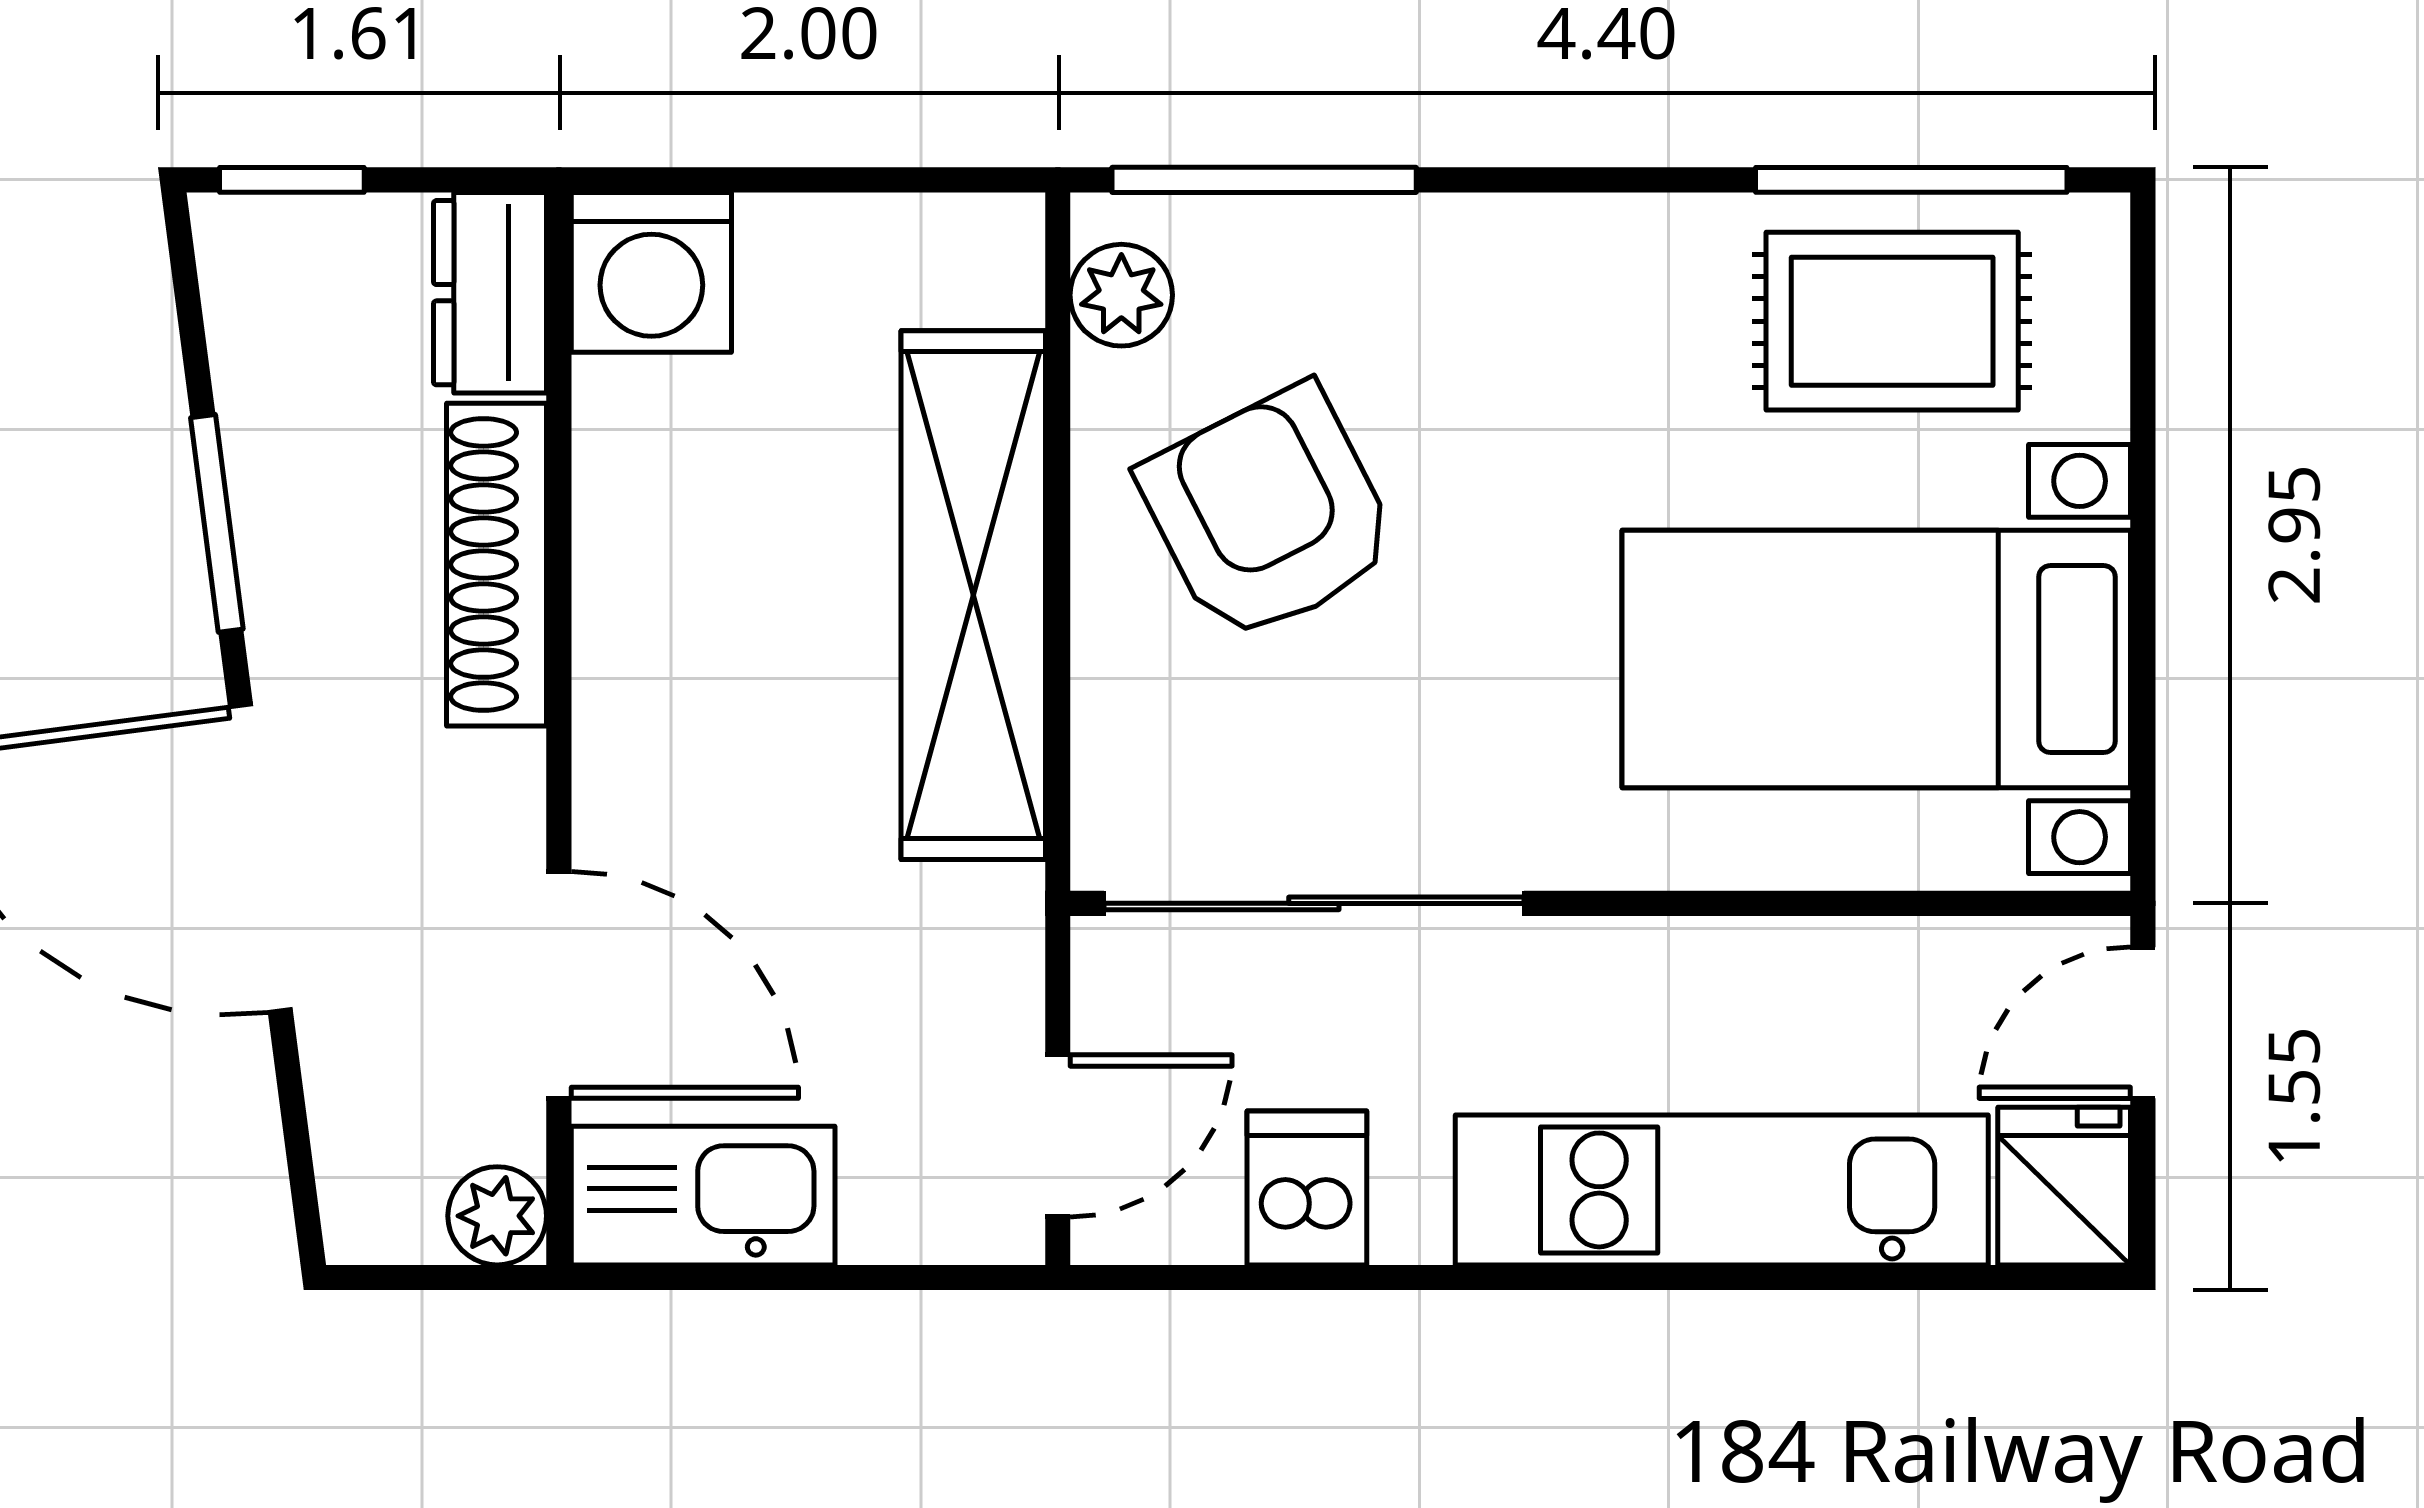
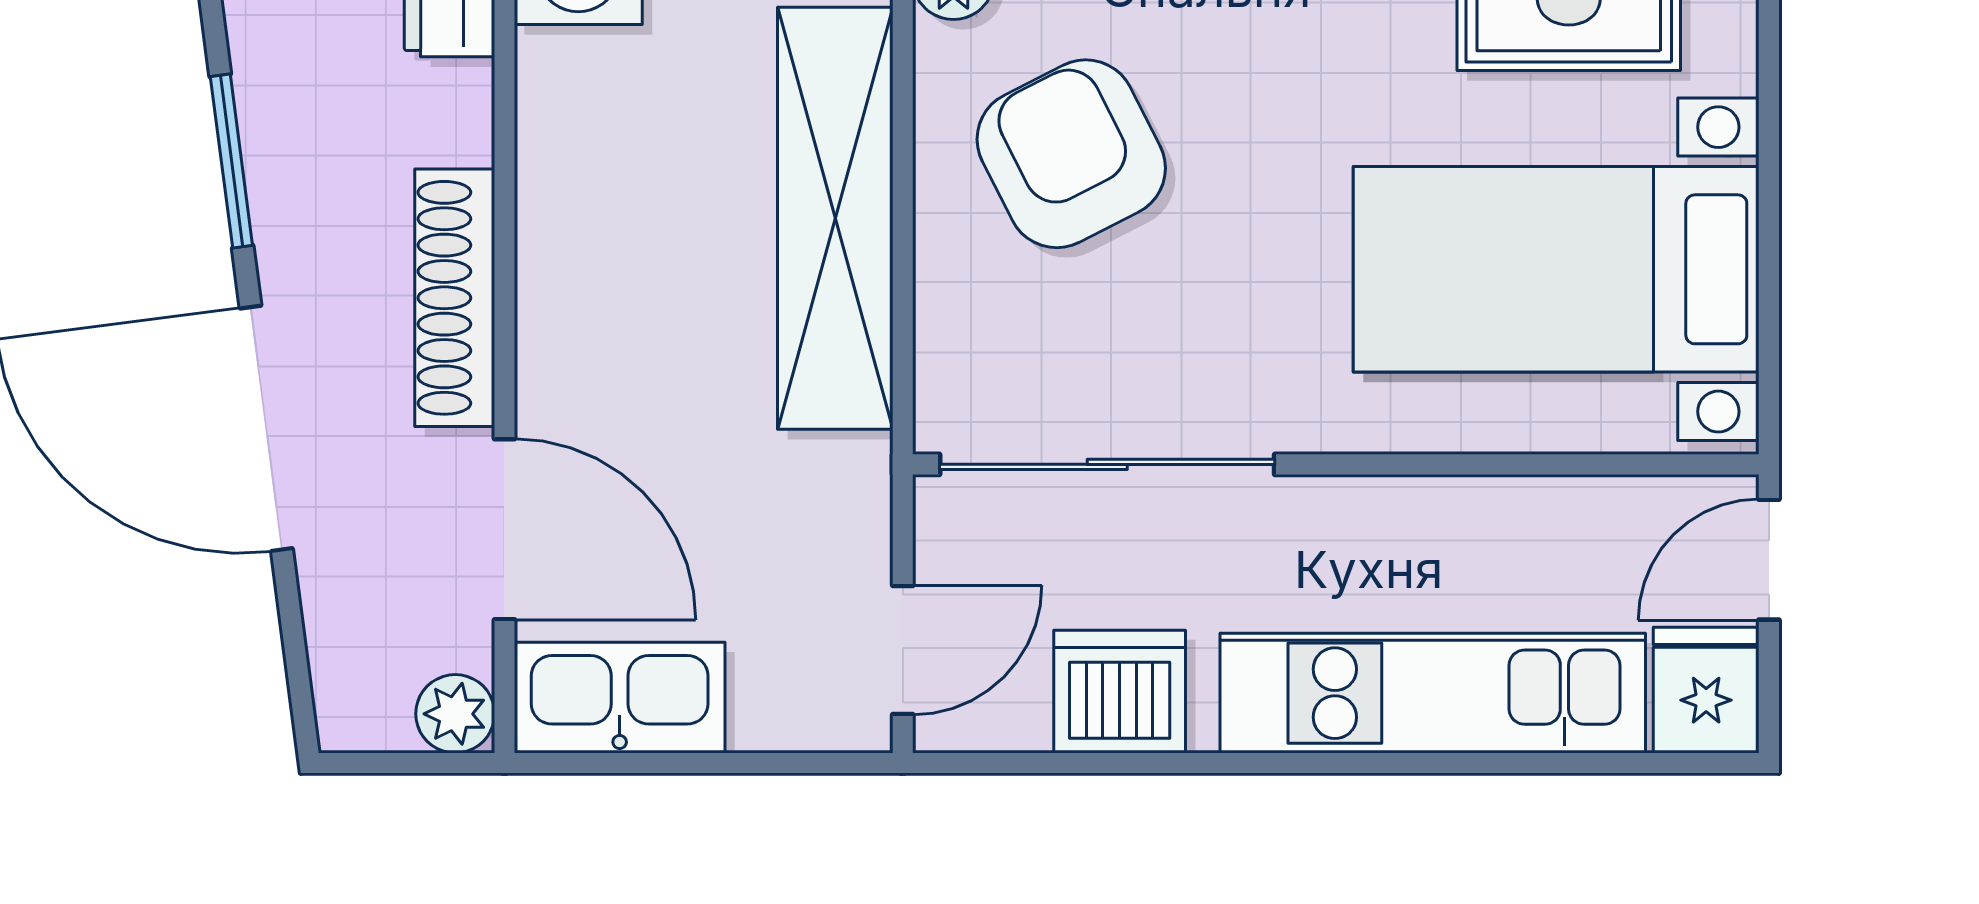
shoe rack: (497, 565) -> (455, 298), moved
dishwasher: (1307, 1188) -> (1120, 692), width x1.38

